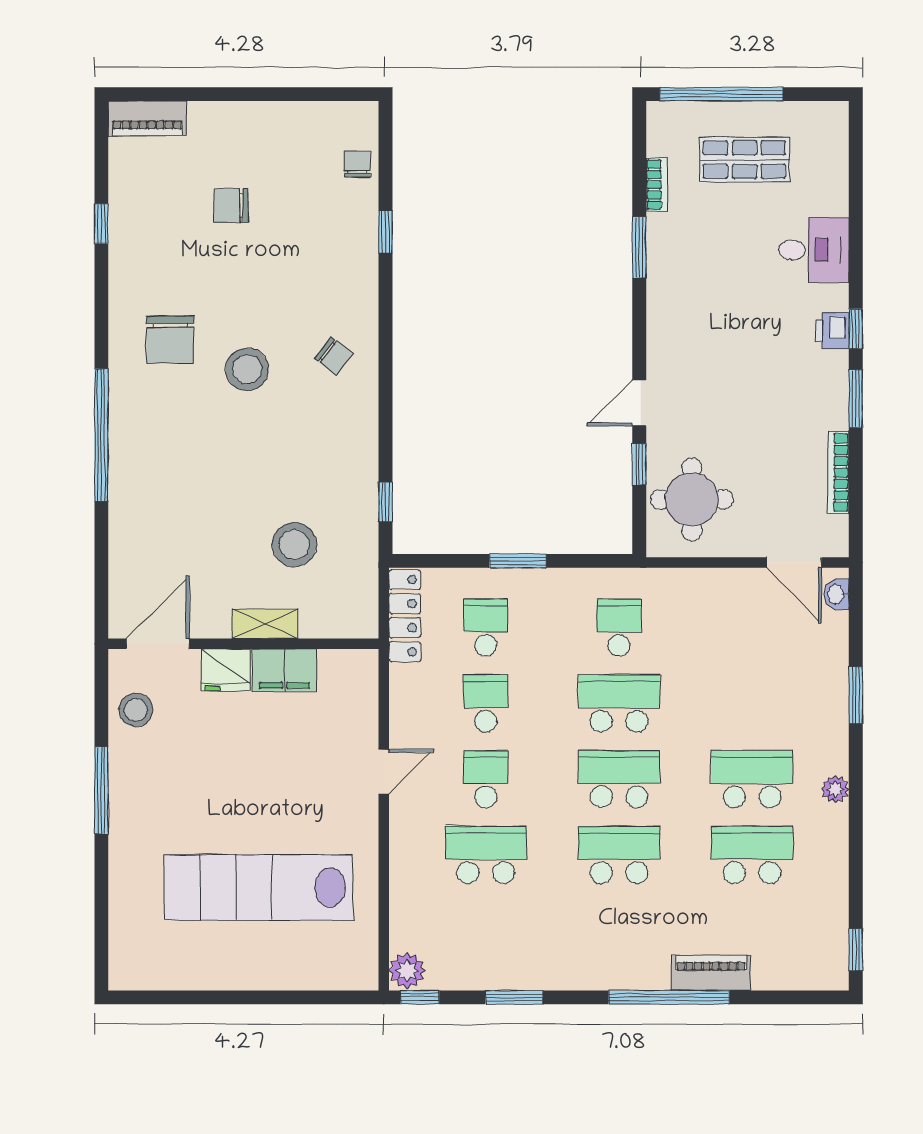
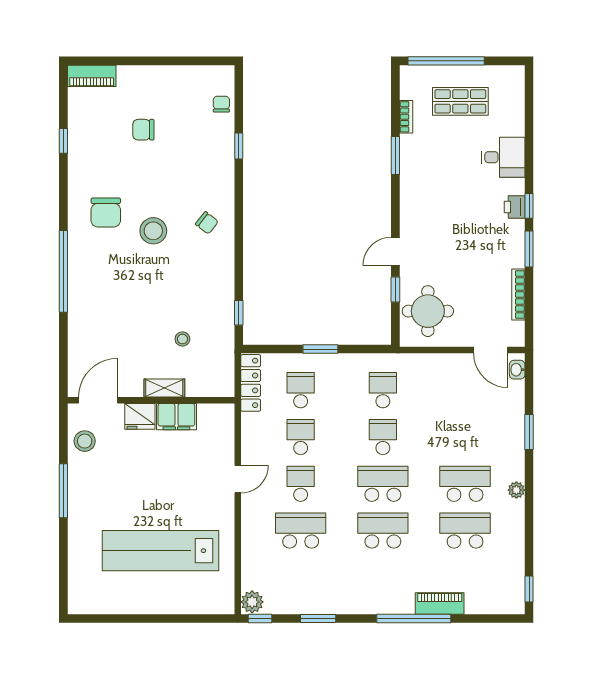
stool: (294, 545) -> (182, 339), width x0.53, depth x0.53
school desk: (619, 703) -> (383, 437), width x0.54

